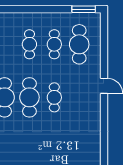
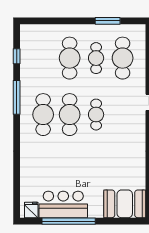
window: (84, 9) -> (108, 21), moved
cafe table: (29, 44) -> (70, 58), width x1.37, depth x1.35

